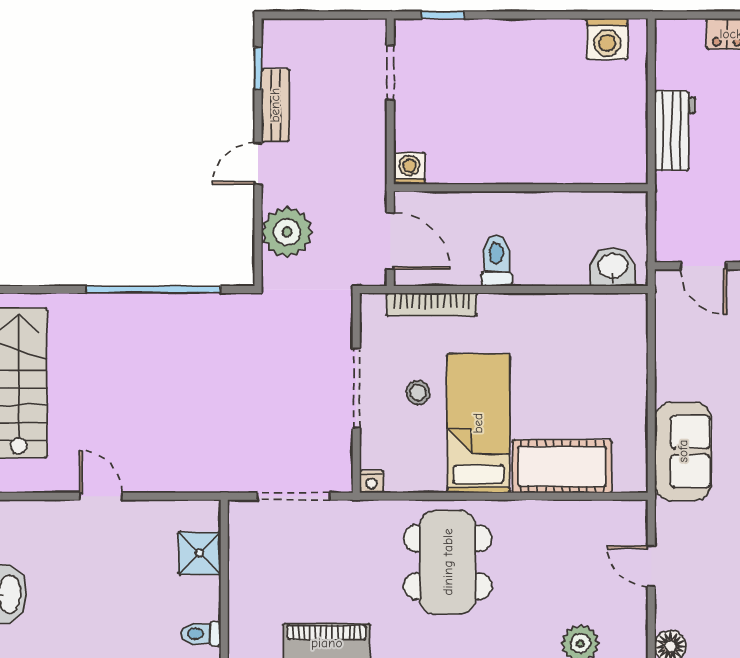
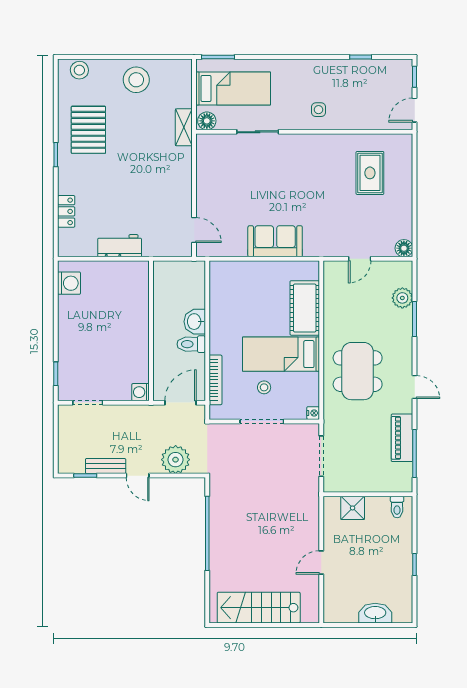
door: (703, 266) -> (194, 230), hinge flipped
washbasin: (613, 267) -> (195, 322), moved
sofa: (683, 451) -> (275, 241), moved
dining table: (448, 562) -> (358, 371), turned 90

